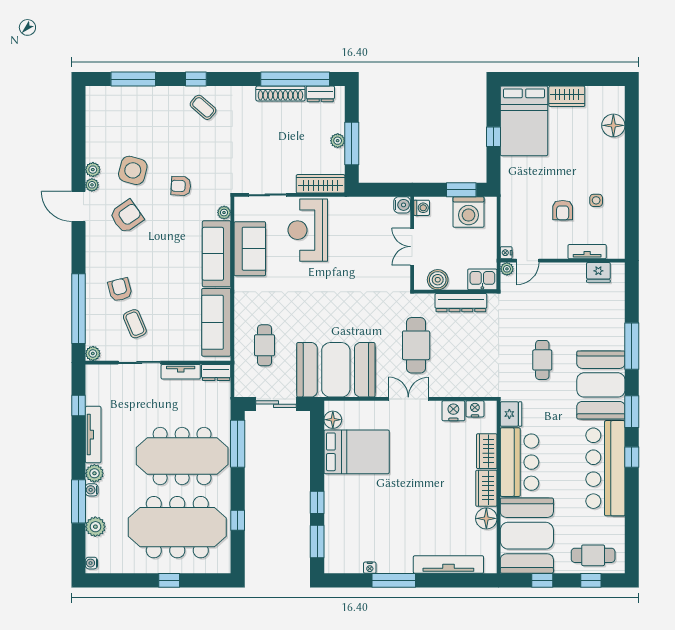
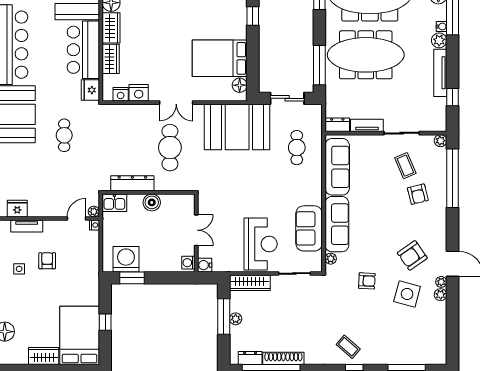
water cooler: (402, 205) -> (205, 265), moved
washing machine: (422, 208) -> (188, 263), moved
wall: (412, 243) -> (196, 233), moved
double door: (412, 247) -> (196, 230), moved

